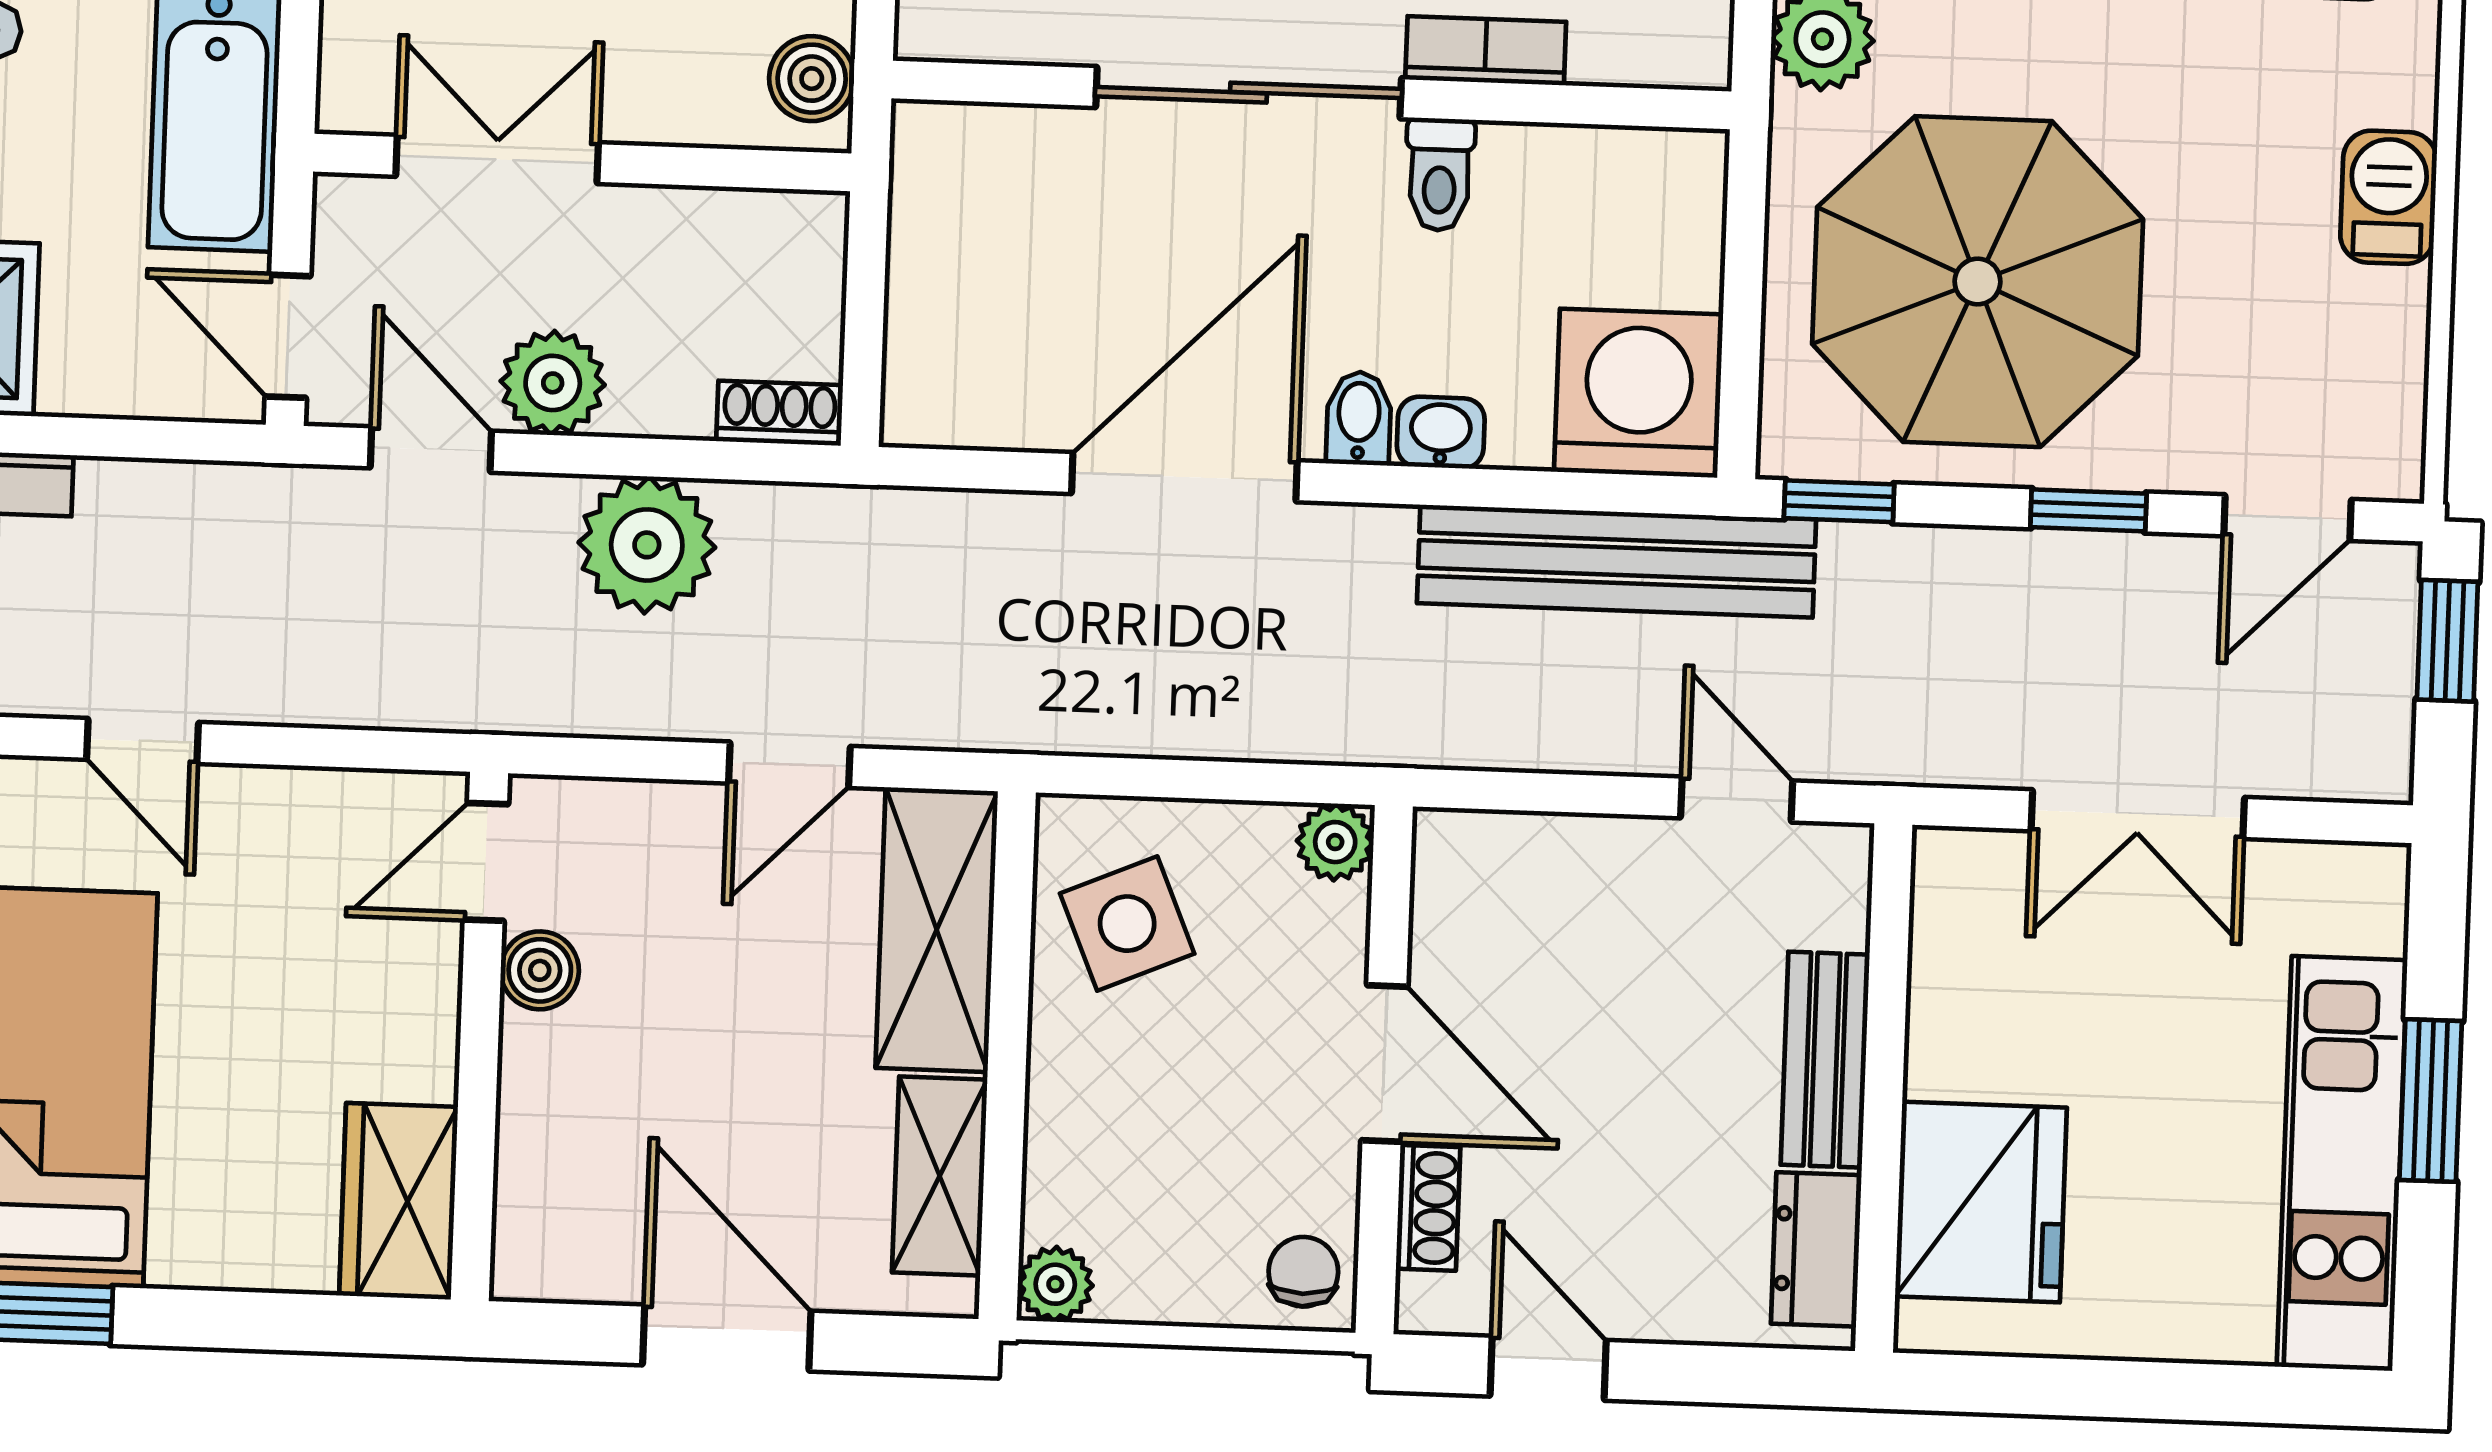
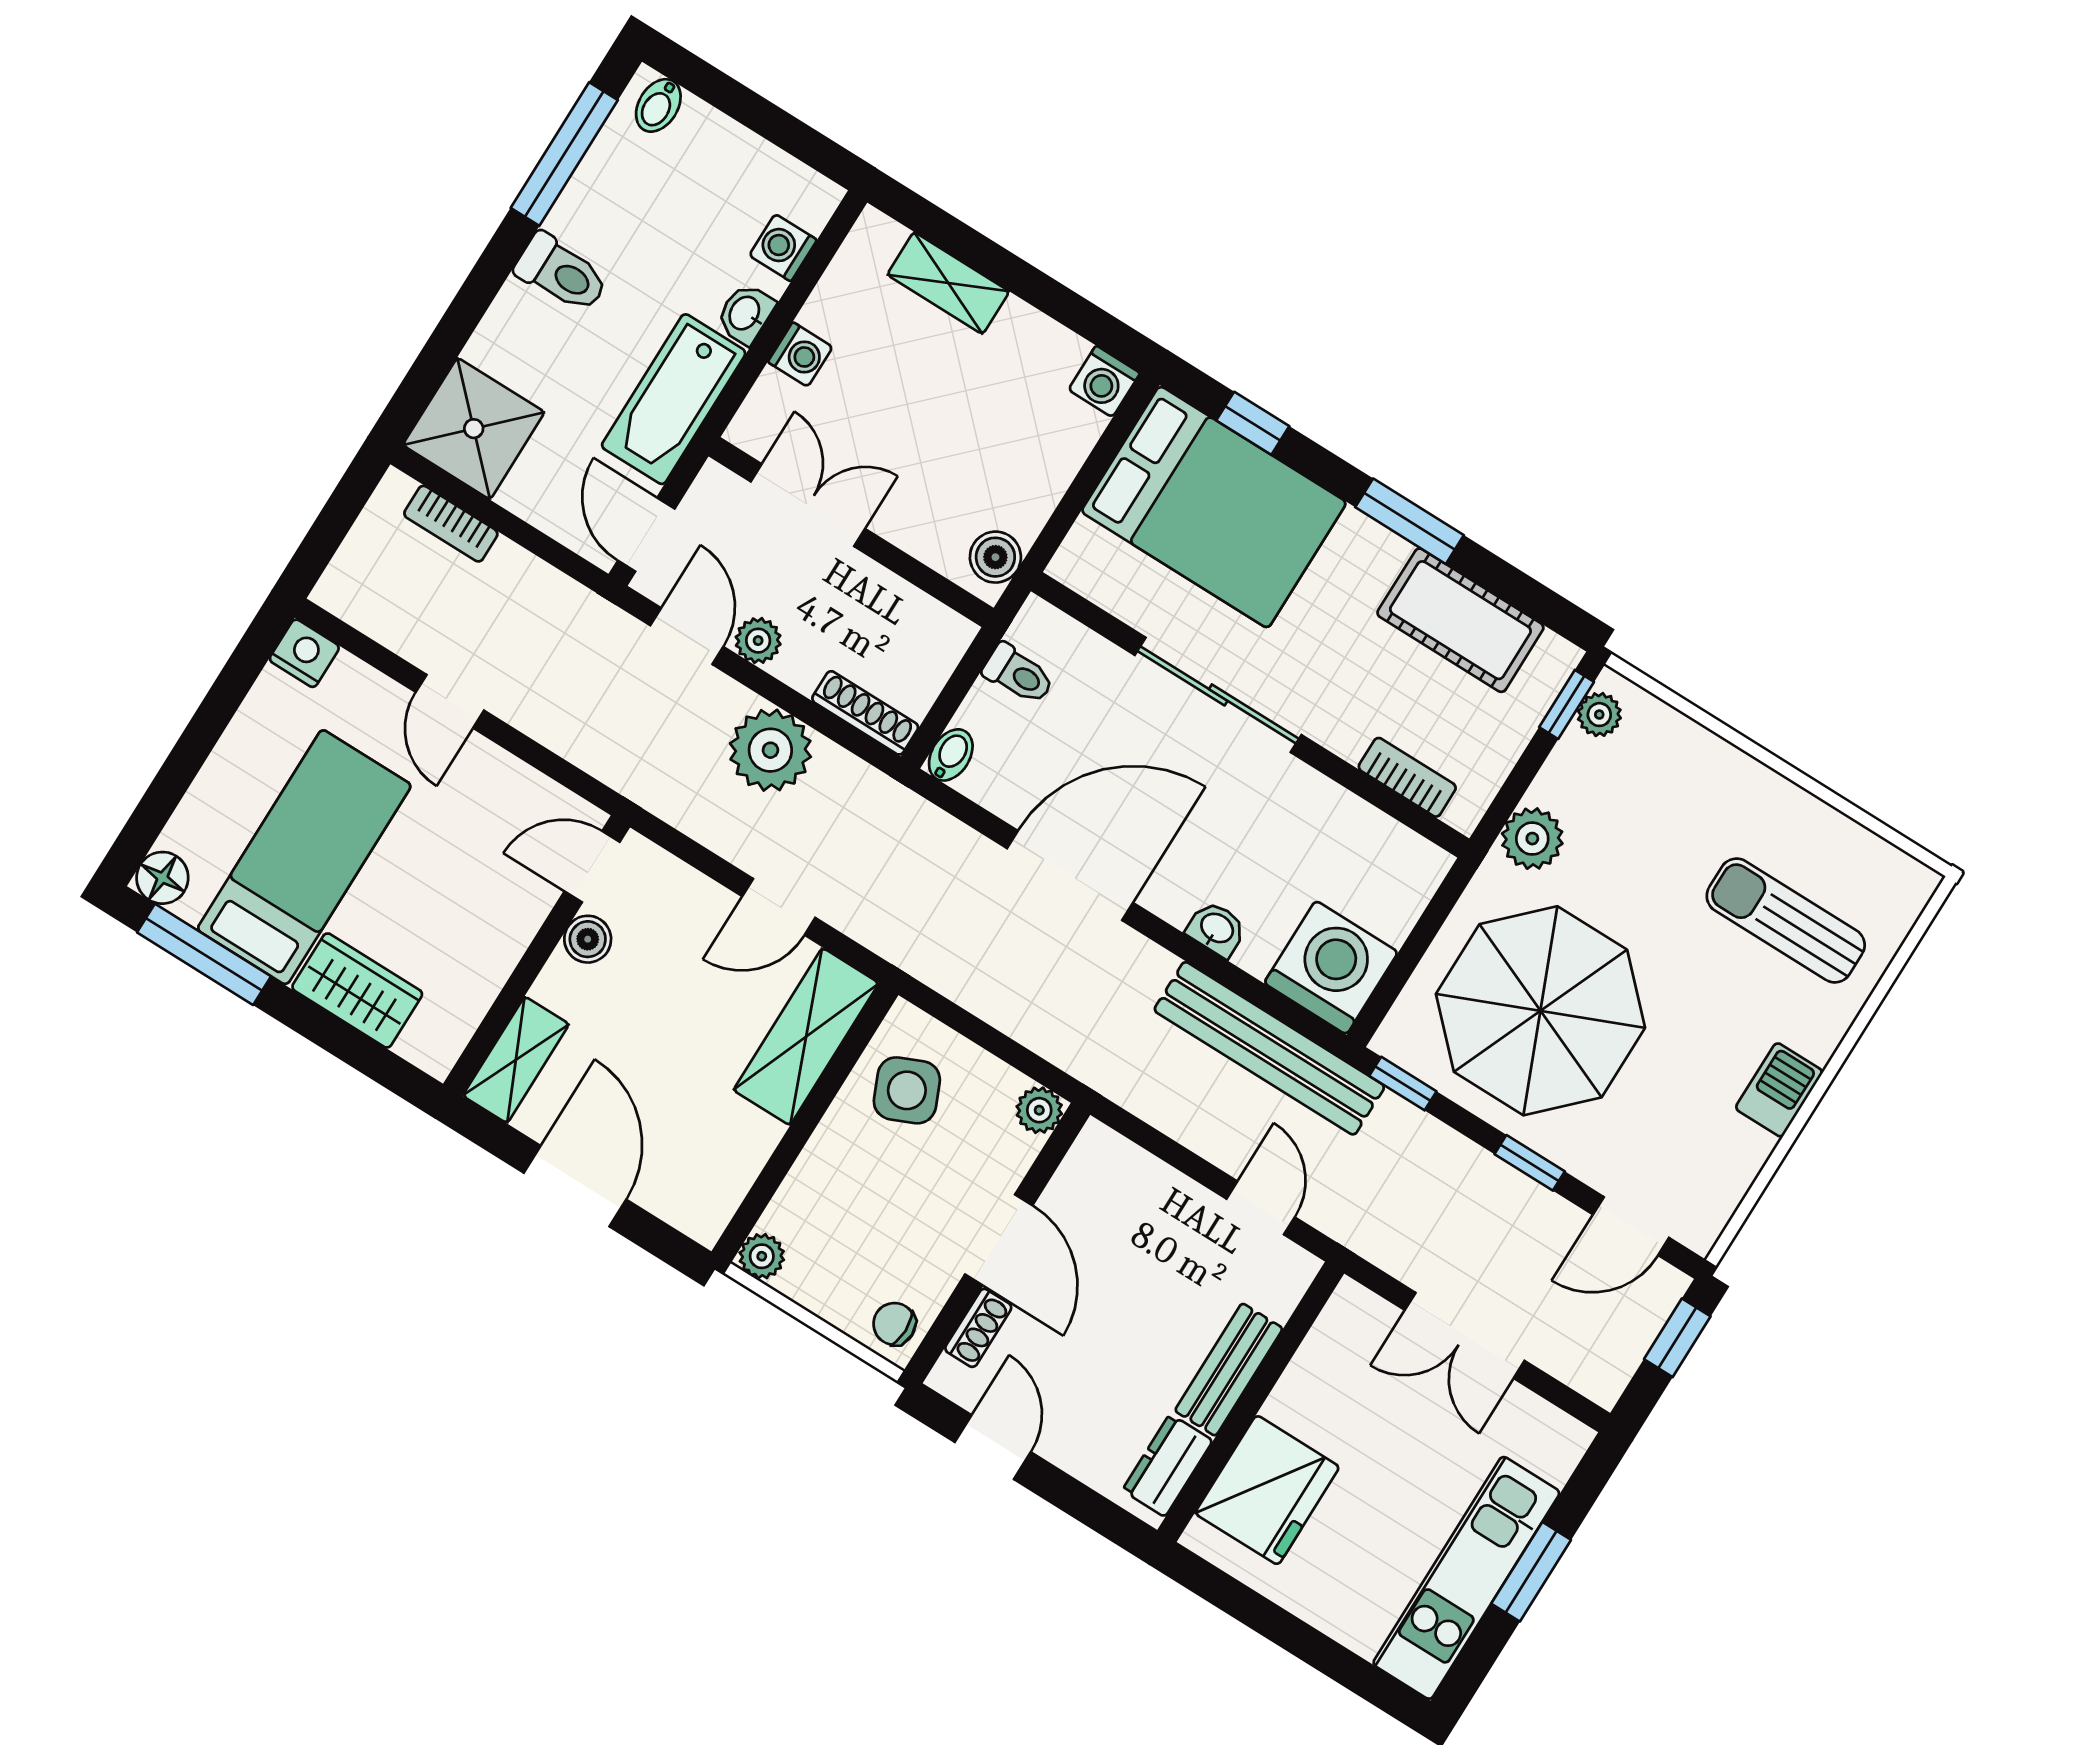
bookcase: (1486, 51) -> (1407, 777), moved
toilet: (1440, 174) -> (1018, 674), moved, turned -90
plant: (553, 383) -> (758, 641), width x0.73, depth x0.73
shoe rack: (780, 413) -> (865, 713), width x1.43
bidet: (1359, 418) -> (951, 755), moved
shelving: (940, 1176) -> (516, 1060), moved
wardrobe: (399, 1201) -> (357, 991), moved, turned 90
chair: (1303, 1272) -> (894, 1324), turned -90

